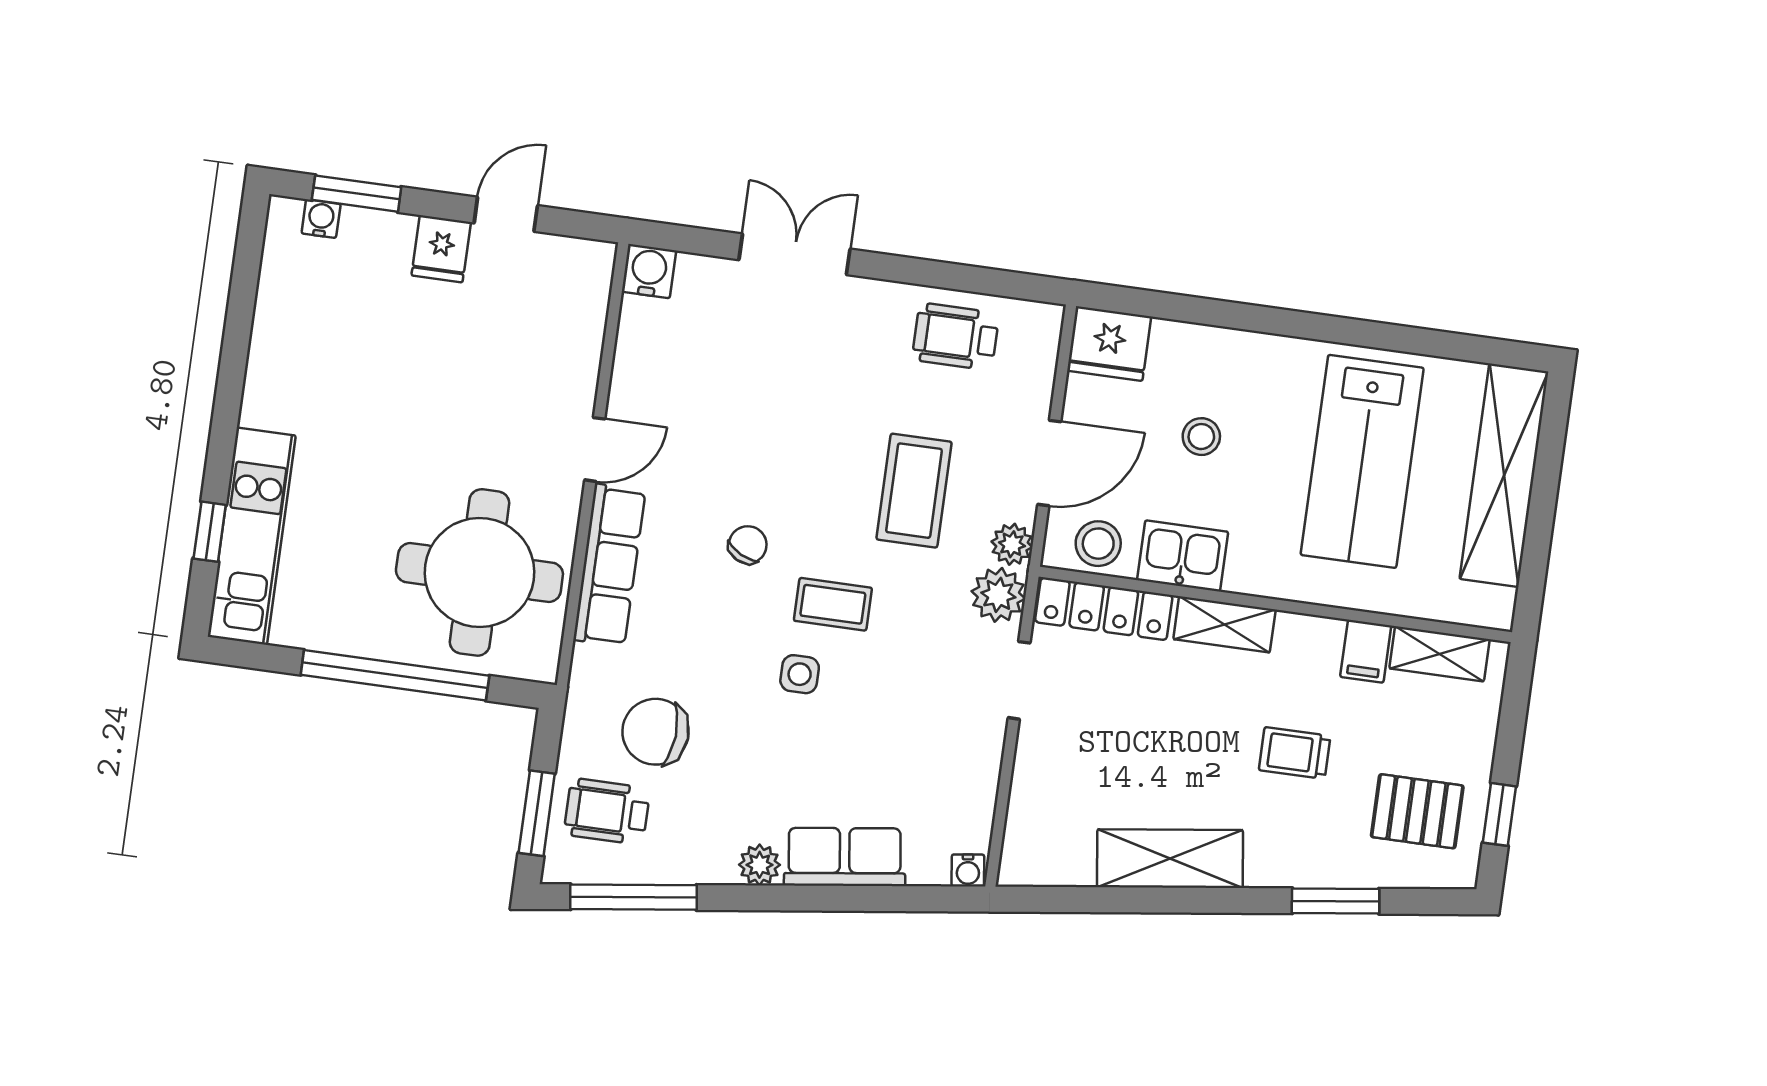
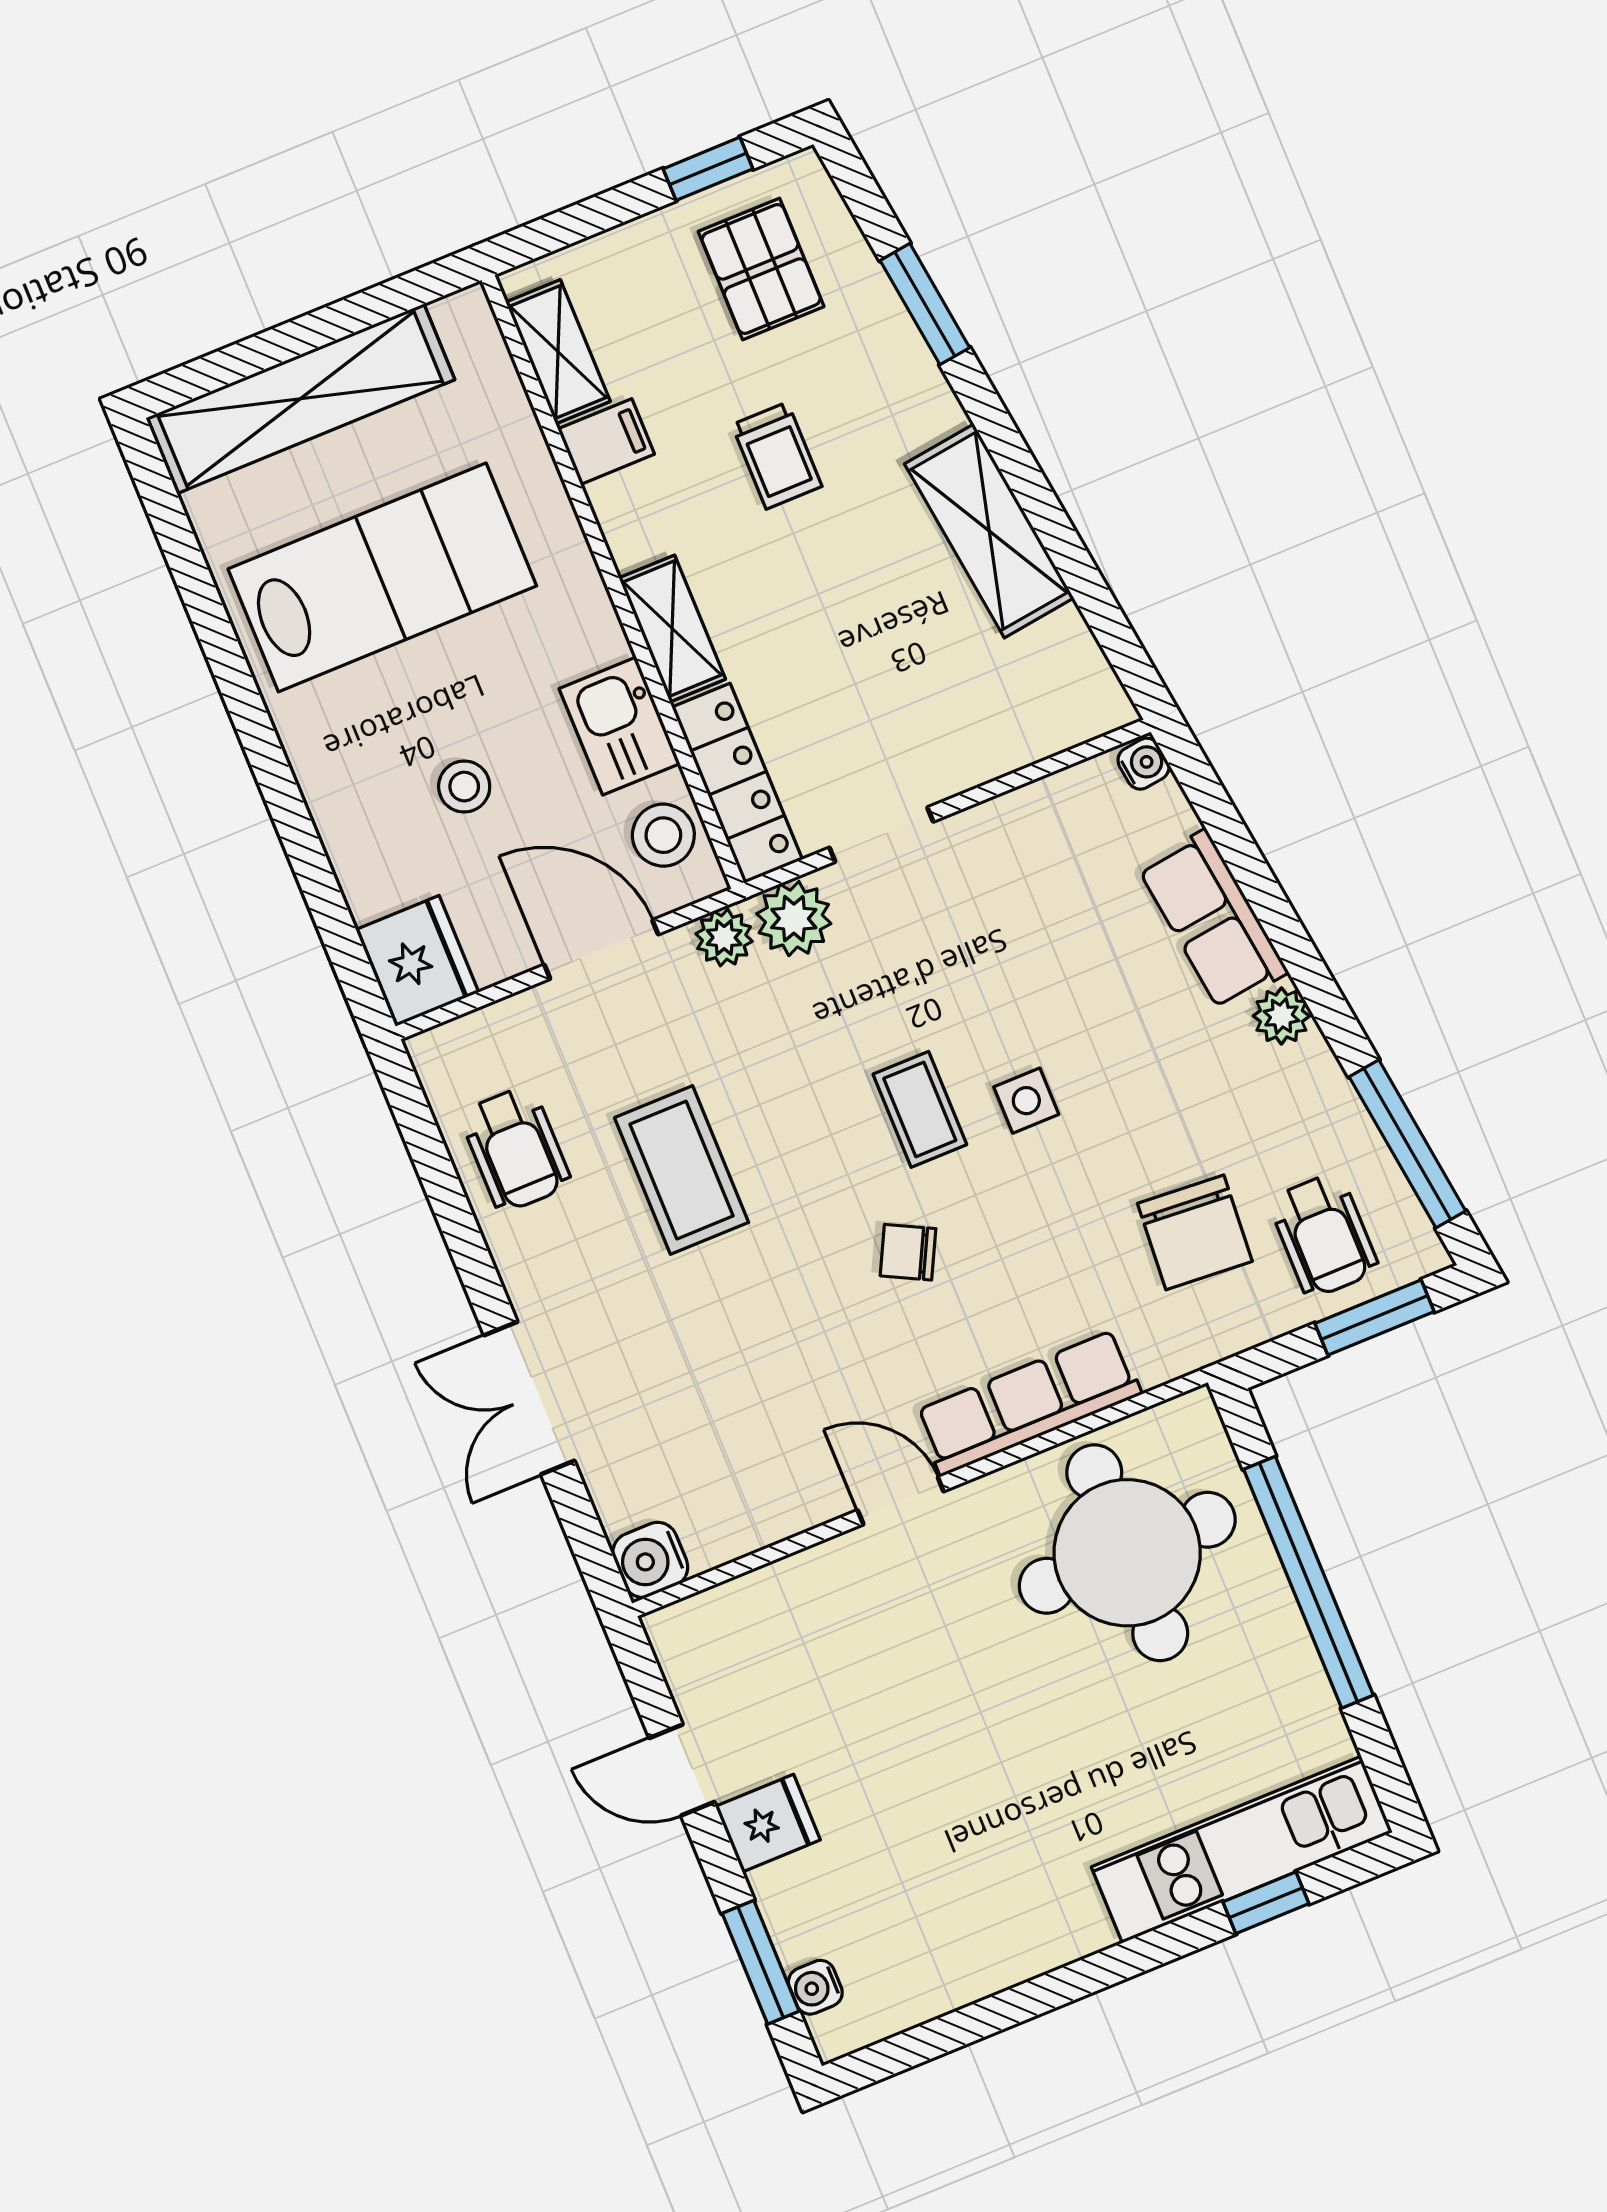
coffee table: (914, 491) -> (682, 1170), moved, turned 90

